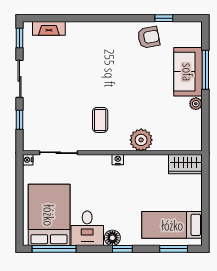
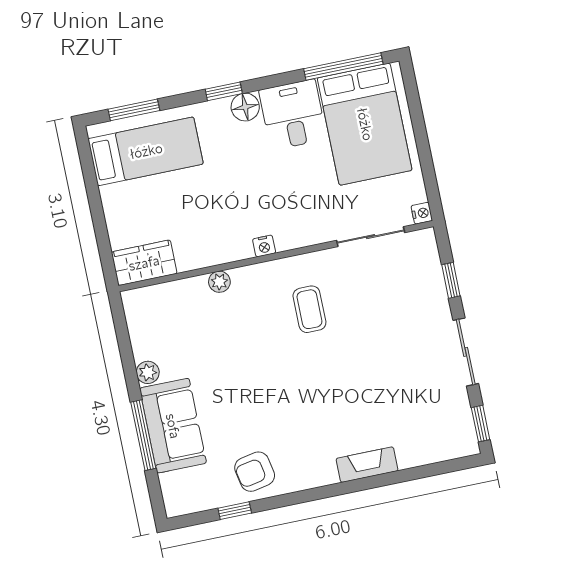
fireplace: (49, 28) -> (367, 465), moved
plant: (141, 140) -> (219, 282), width x0.53, depth x0.53

